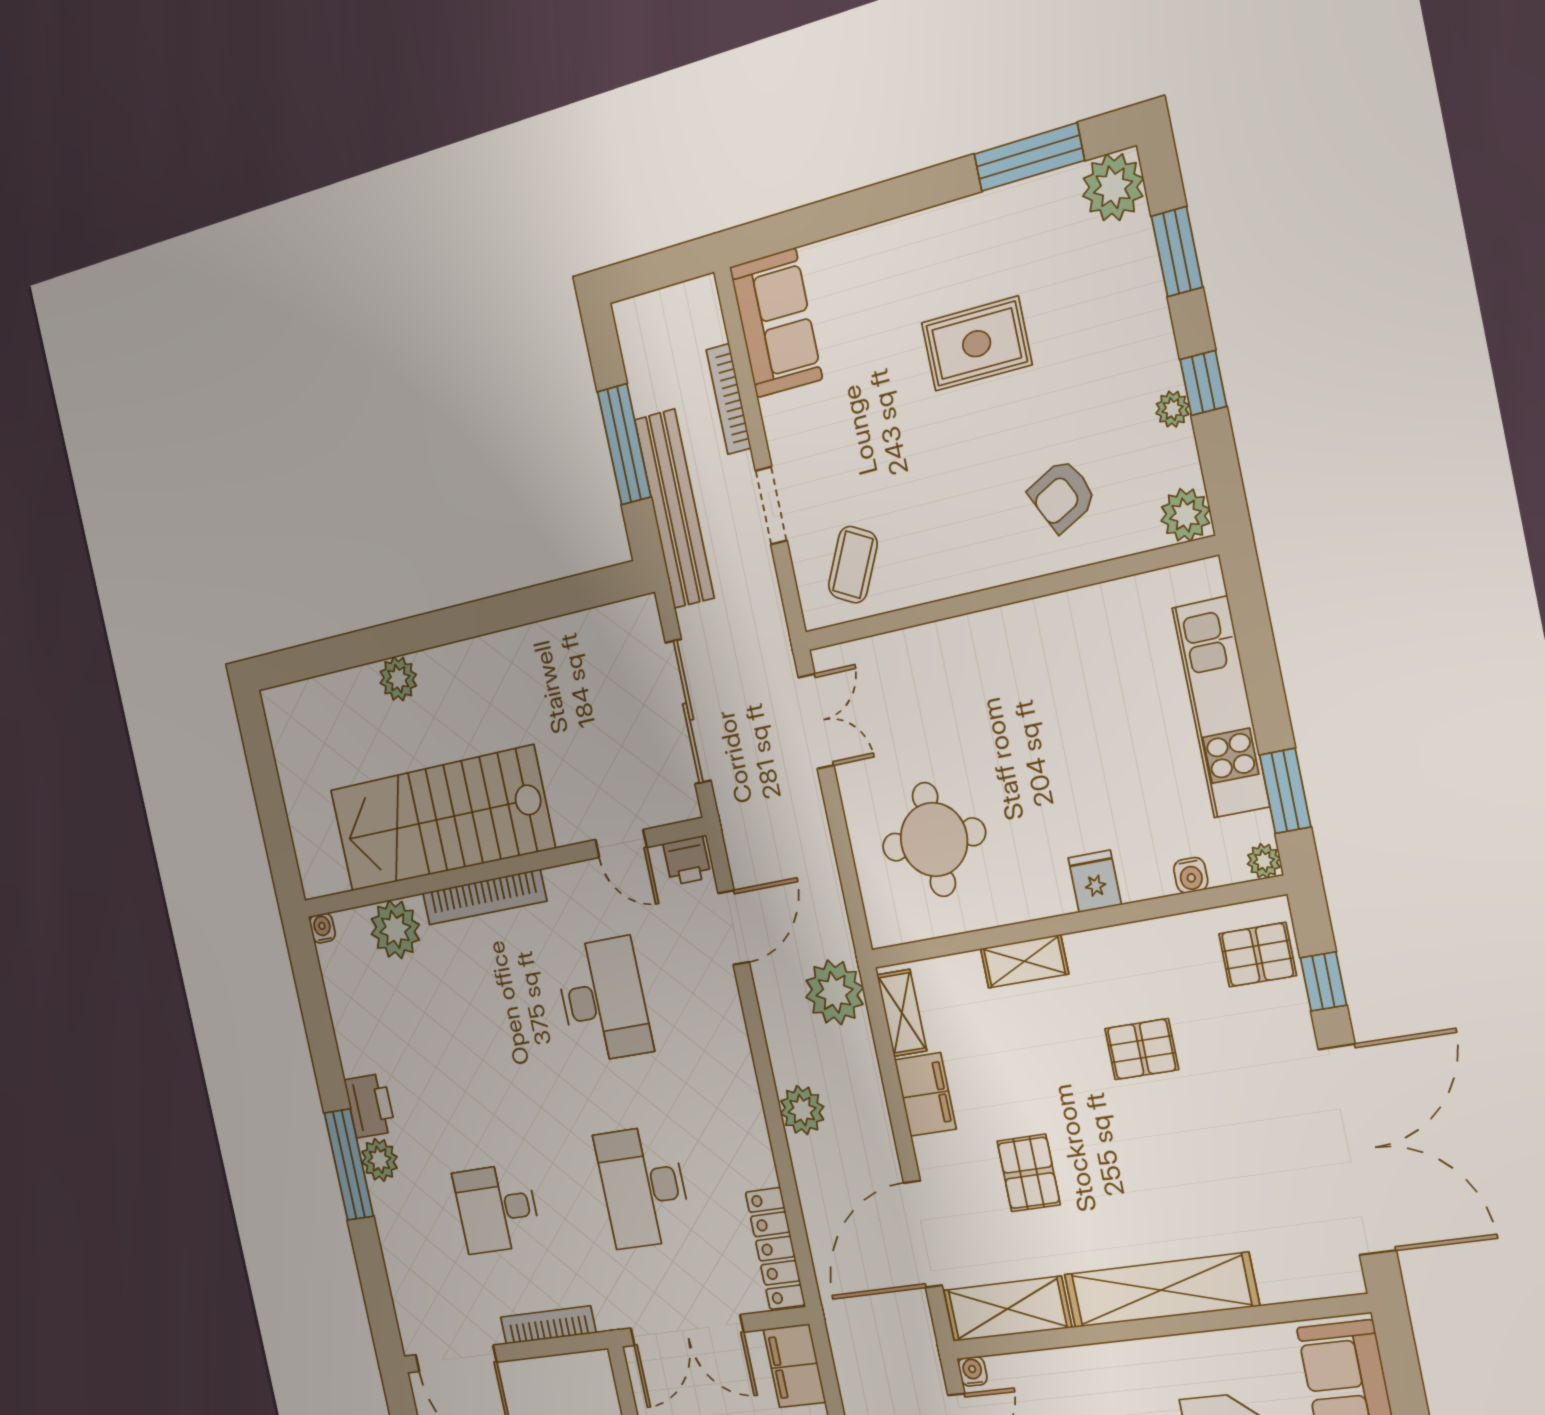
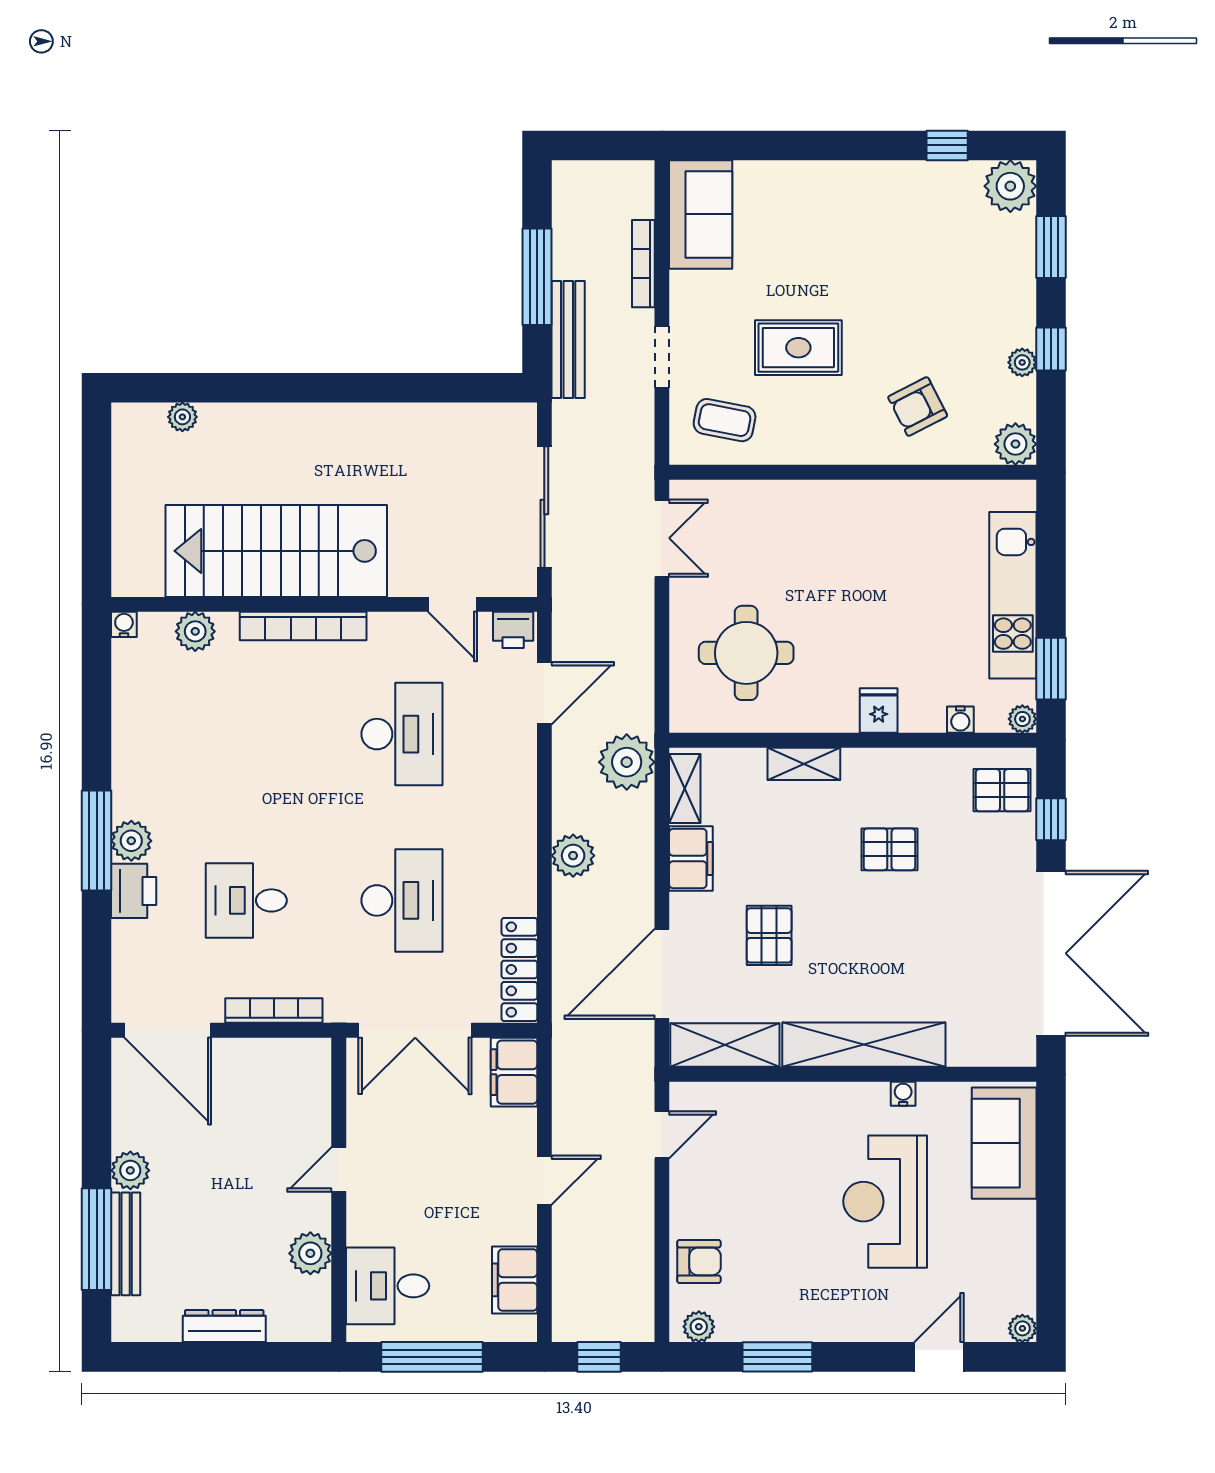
window: (1029, 157) -> (947, 145), width x0.46
rug: (977, 344) -> (798, 348), moved
bench: (674, 509) -> (568, 340), width x0.73, depth x0.82
coffee table: (853, 565) -> (725, 420), turned 74
plant: (398, 679) -> (182, 417), moved, width x0.73, depth x0.73
plant: (395, 929) -> (195, 631), width x0.73, depth x0.73
printer: (370, 1106) -> (134, 891), moved
desk: (643, 1187) -> (402, 900), turned 180
water cooler: (973, 1371) -> (903, 1094), moved

